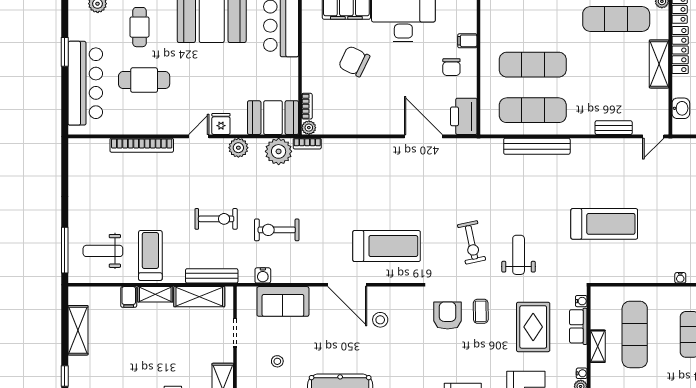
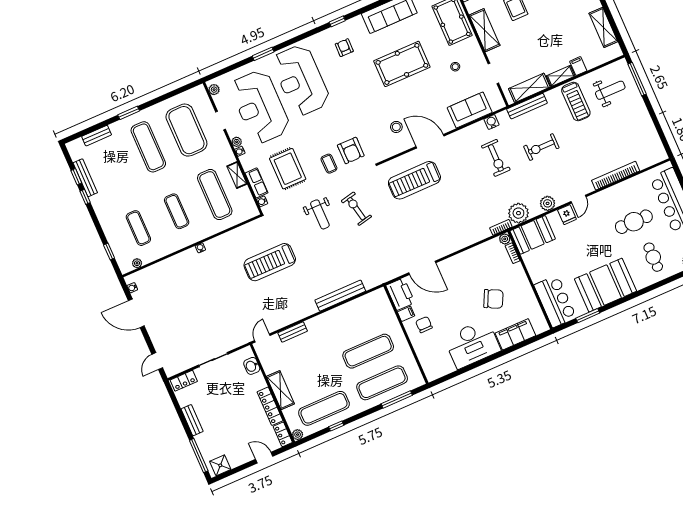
filing cabinet: (467, 41) -> (406, 314), moved
exercise mat: (533, 110) -> (382, 383), moved
exercise bike: (277, 230) -> (496, 158), turned 90

